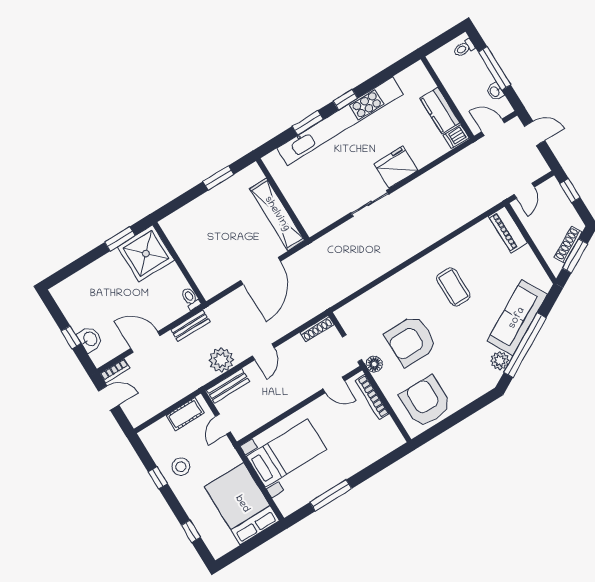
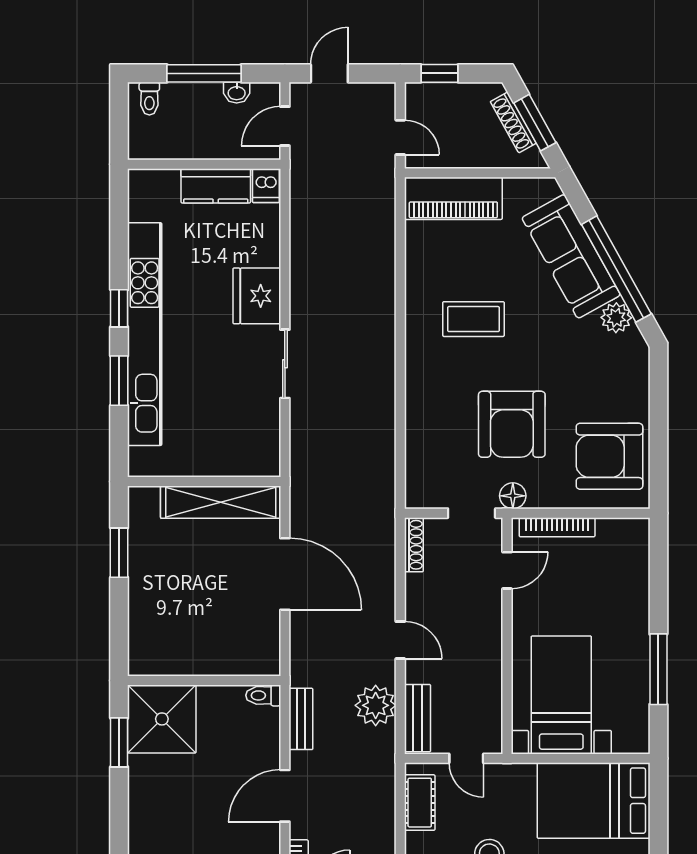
piano: (508, 229) -> (453, 198), width x1.37, depth x1.33

